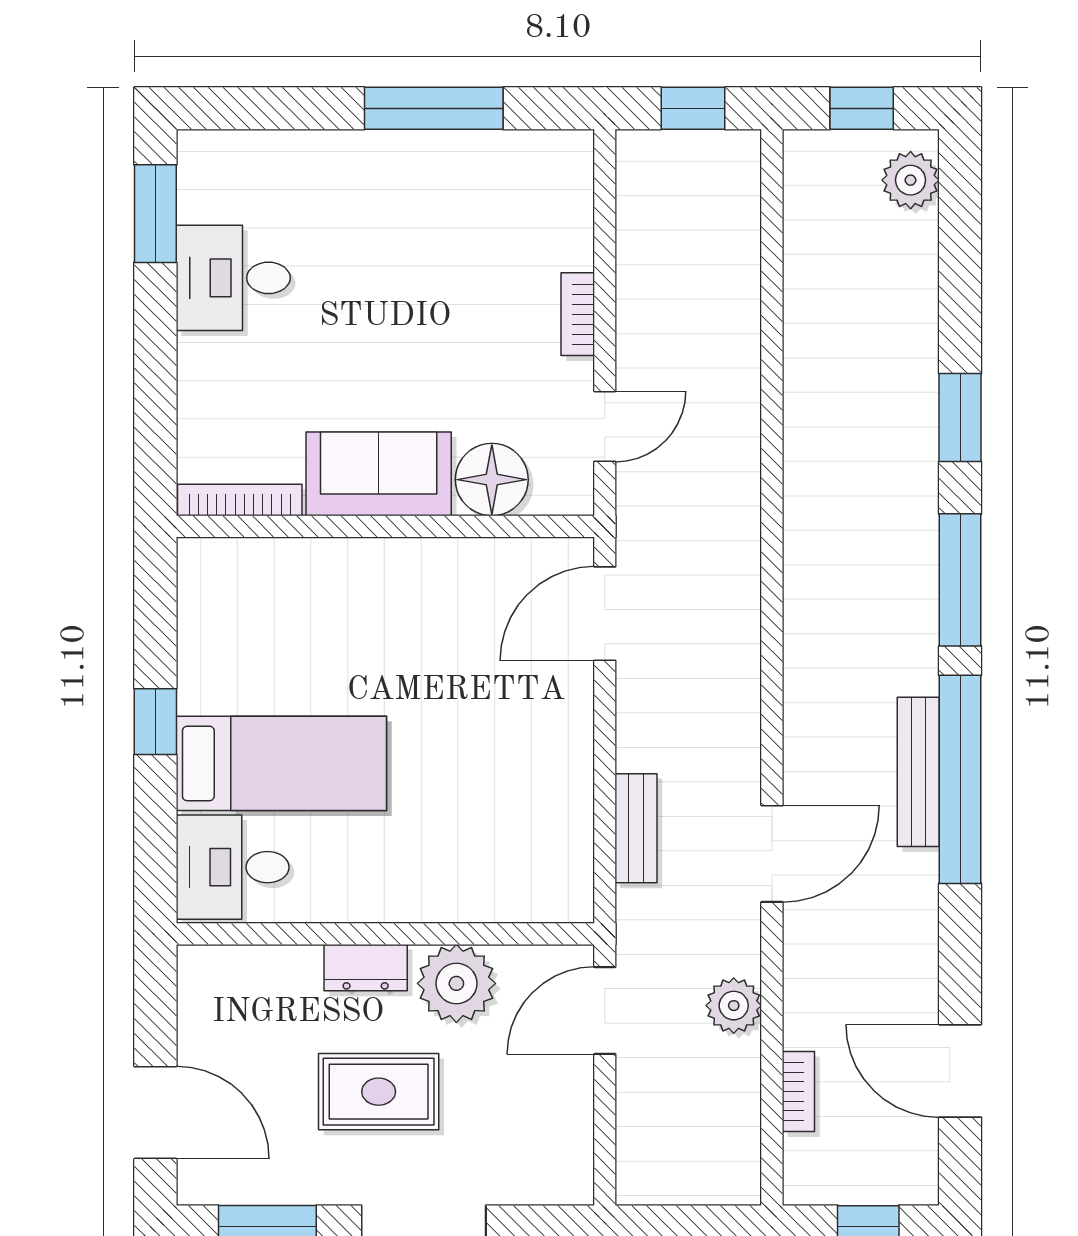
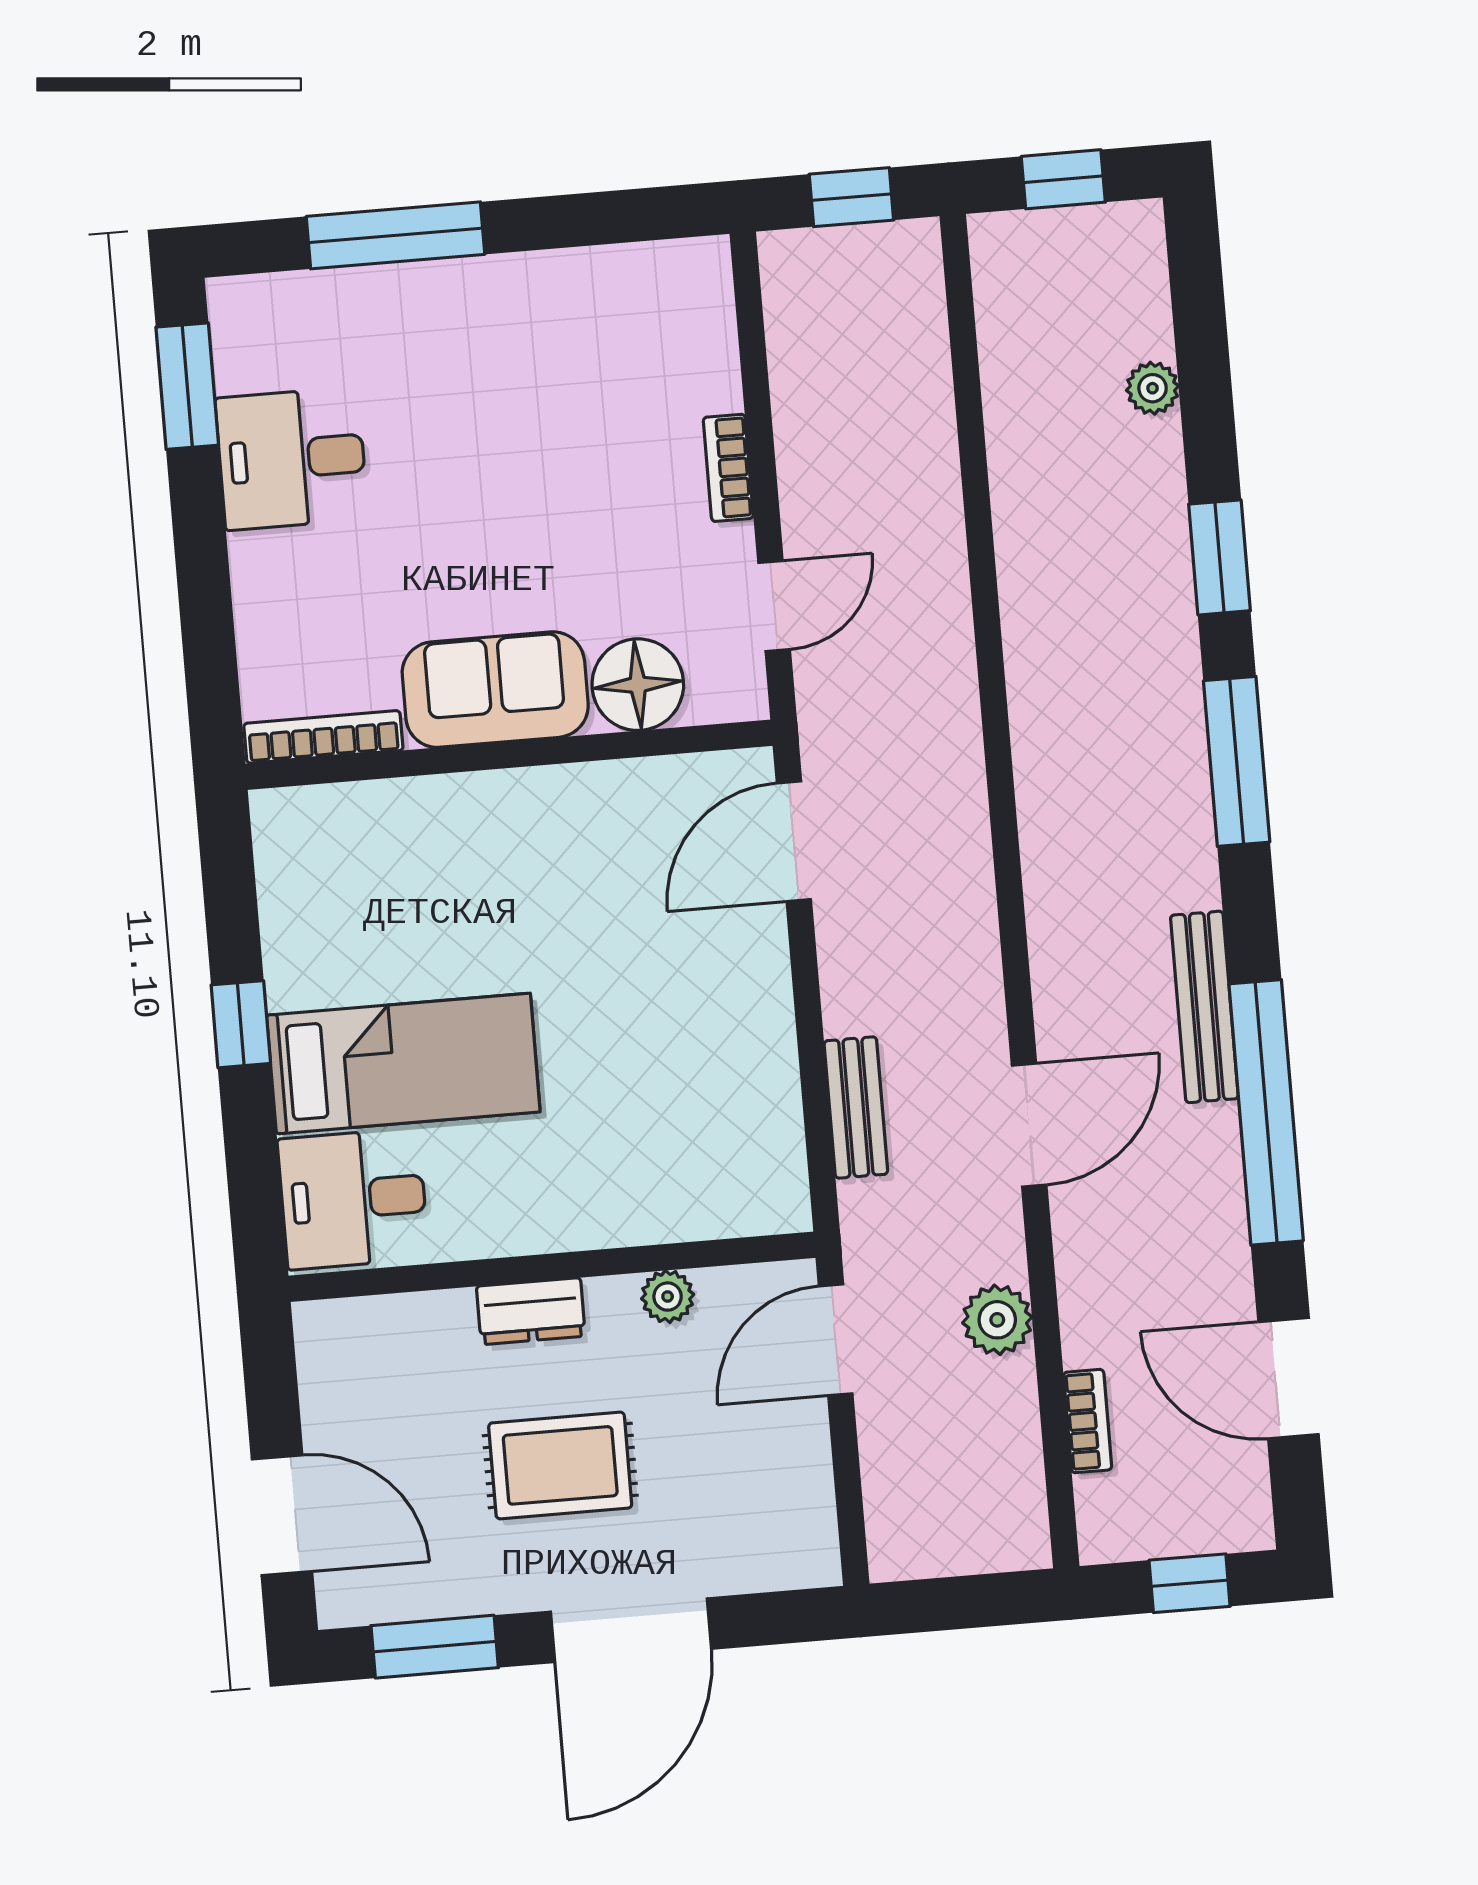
window: (434, 108) -> (396, 235), moved
plant: (911, 180) -> (1153, 388), moved, width x0.73, depth x0.73
window: (960, 779) -> (1266, 1112), moved
plant: (456, 983) -> (668, 1297), width x0.53, depth x0.53

